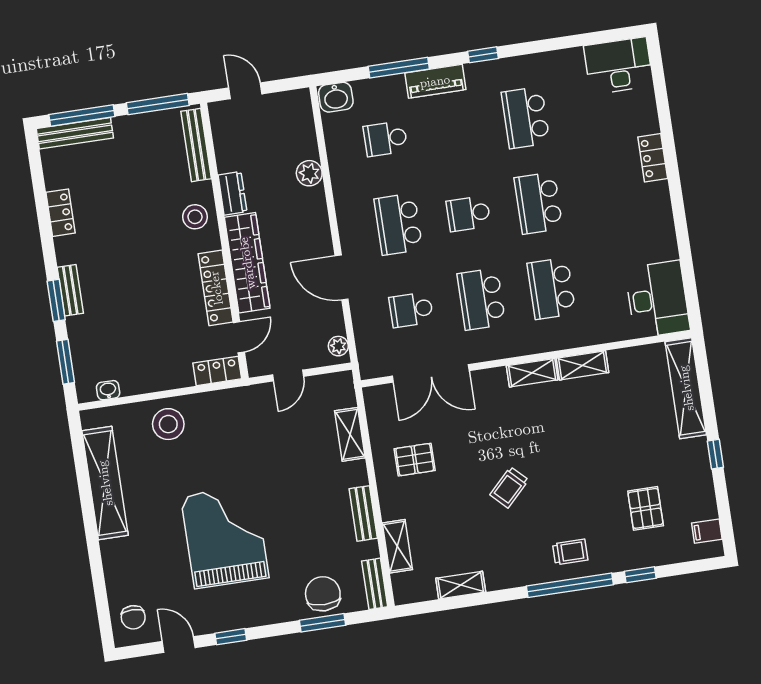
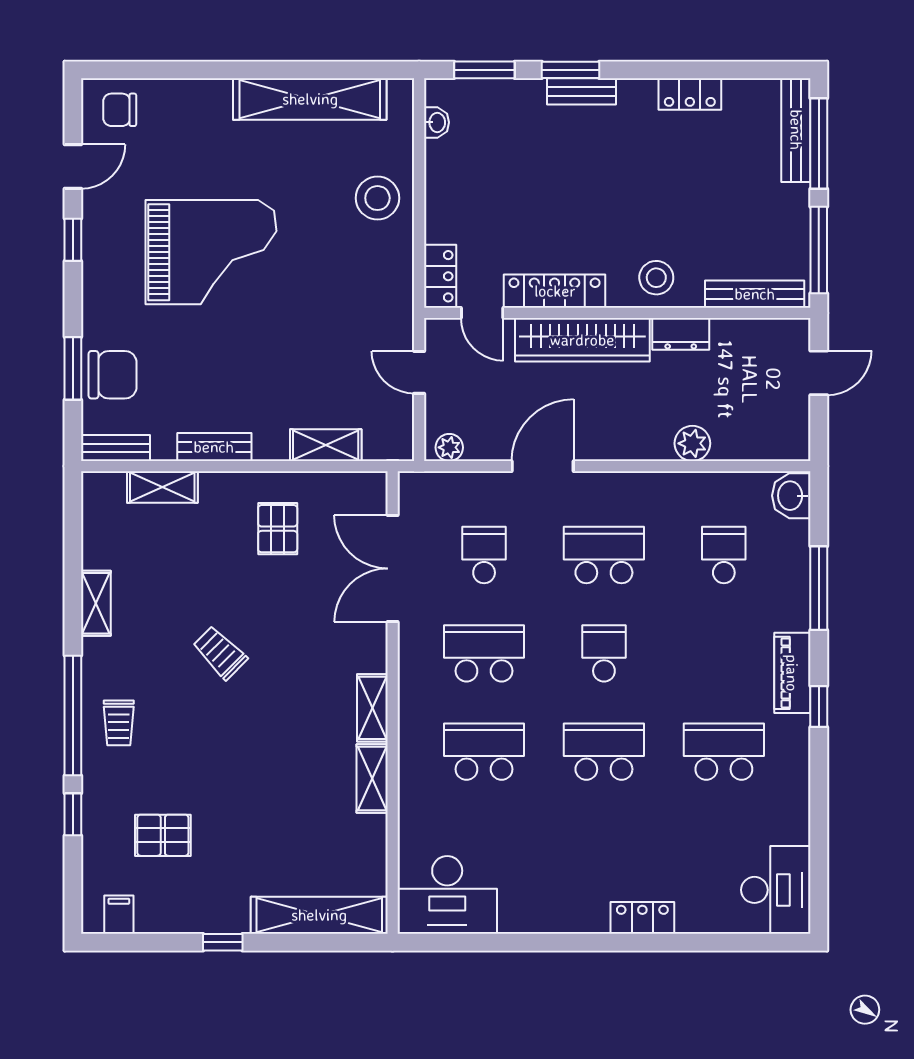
piano: (435, 81) -> (792, 673), moved
shelving: (461, 585) -> (96, 603), moved

